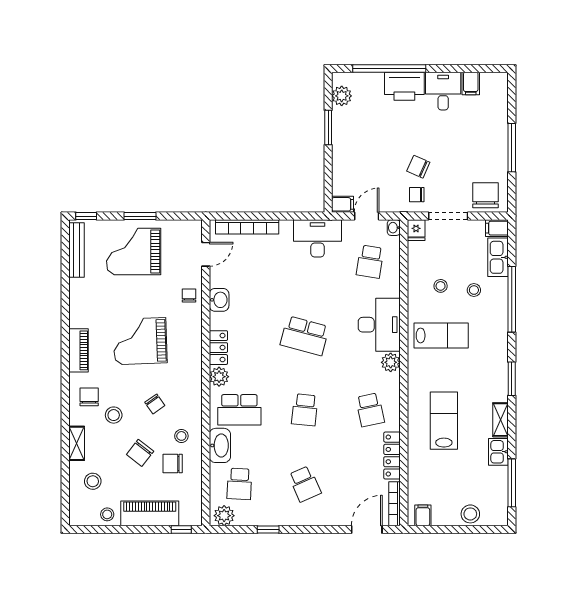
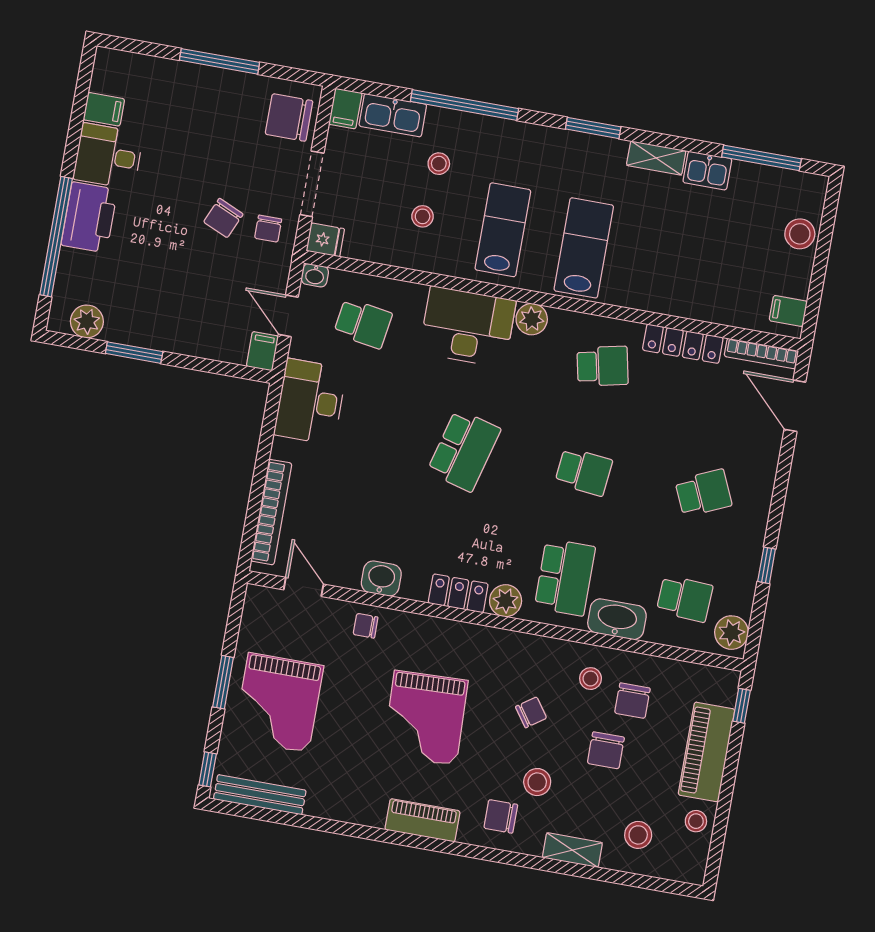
lab bench: (444, 421) -> (584, 248), moved, turned 90
chair: (140, 453) -> (606, 750), turned 52

